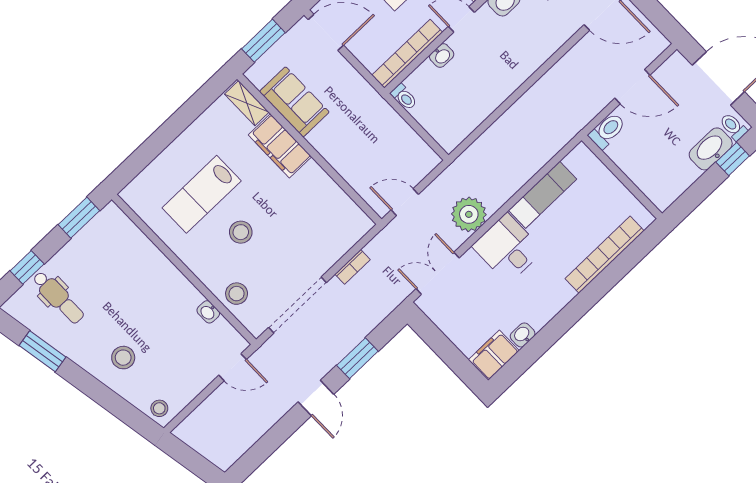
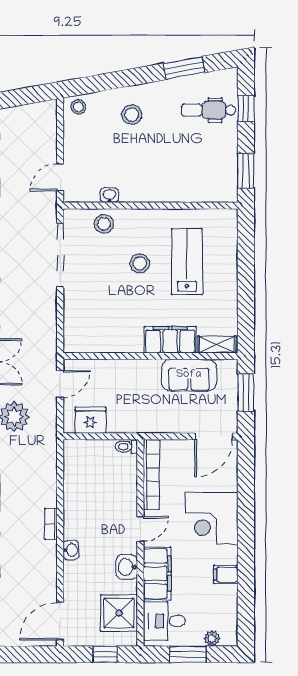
washbasin: (442, 56) -> (71, 550), moved, turned 180
fridge: (411, 148) -> (91, 420), added
bookcase: (353, 267) -> (51, 524), moved

